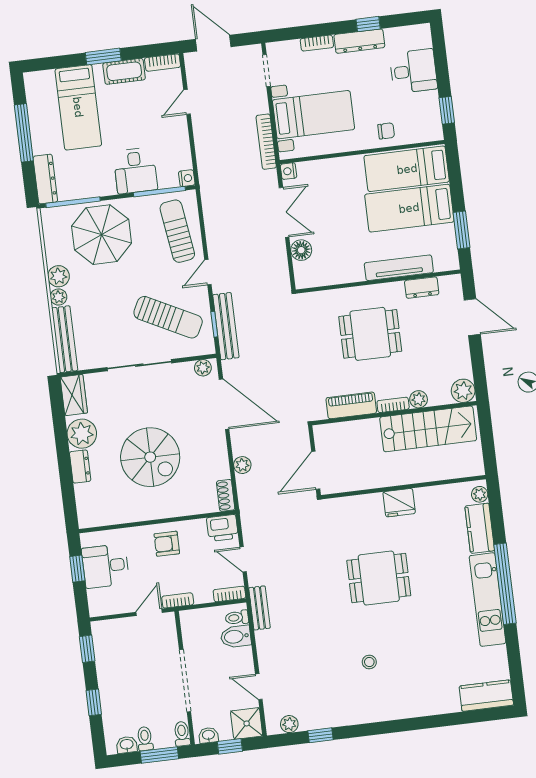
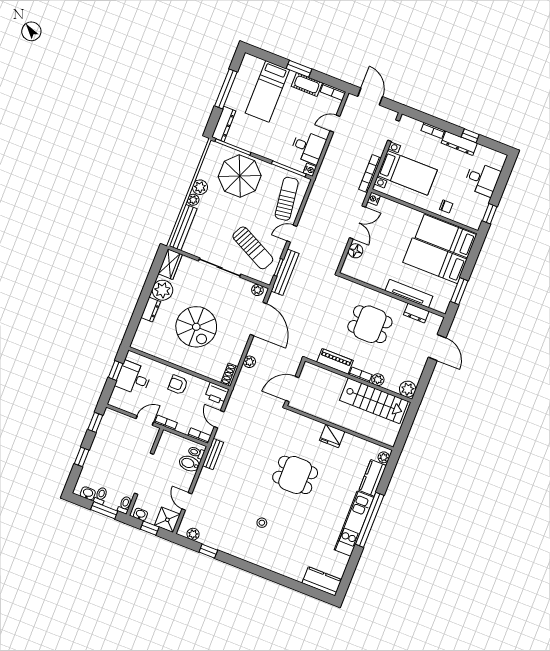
desk: (135, 171) -> (308, 147), moved, turned -90

